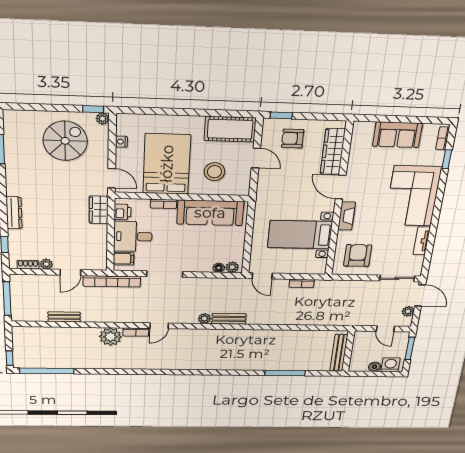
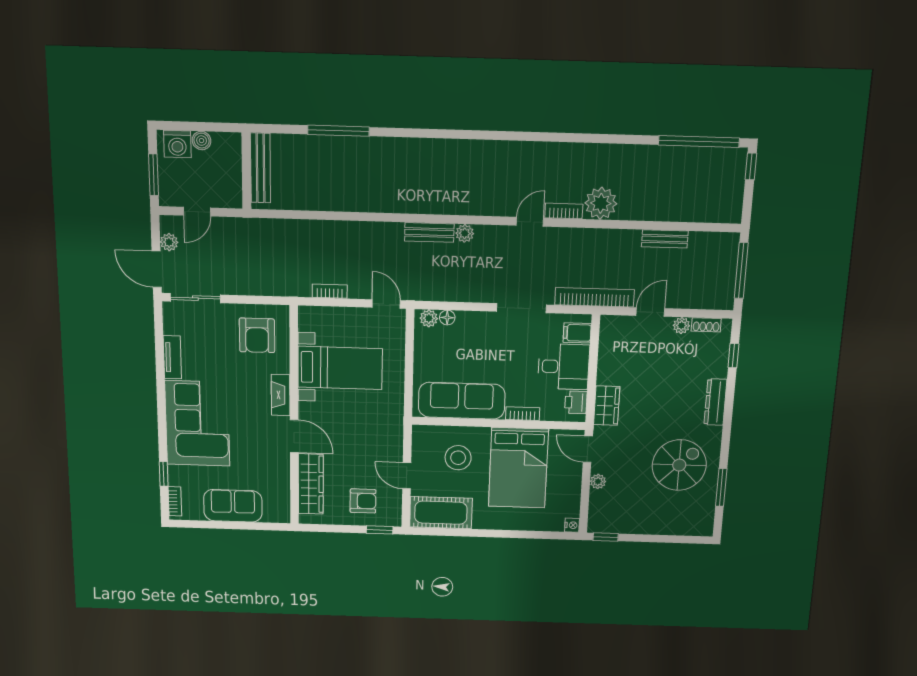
plant: (102, 119) -> (598, 481), moved
spiral stairs: (65, 141) -> (679, 465), moved, turned 180
nightstand: (121, 142) -> (572, 525), moved
door: (385, 329) -> (197, 212), swing flipped

